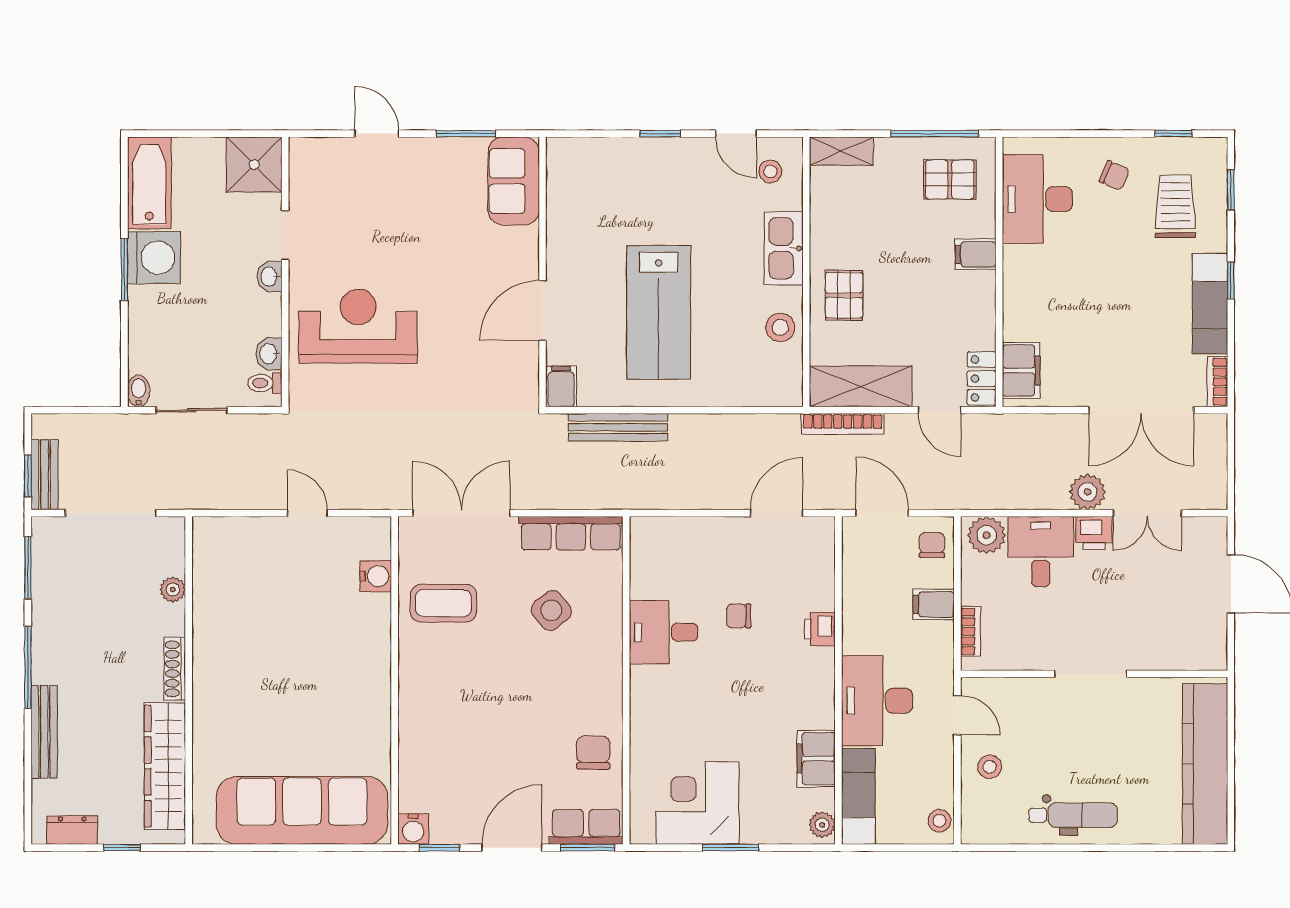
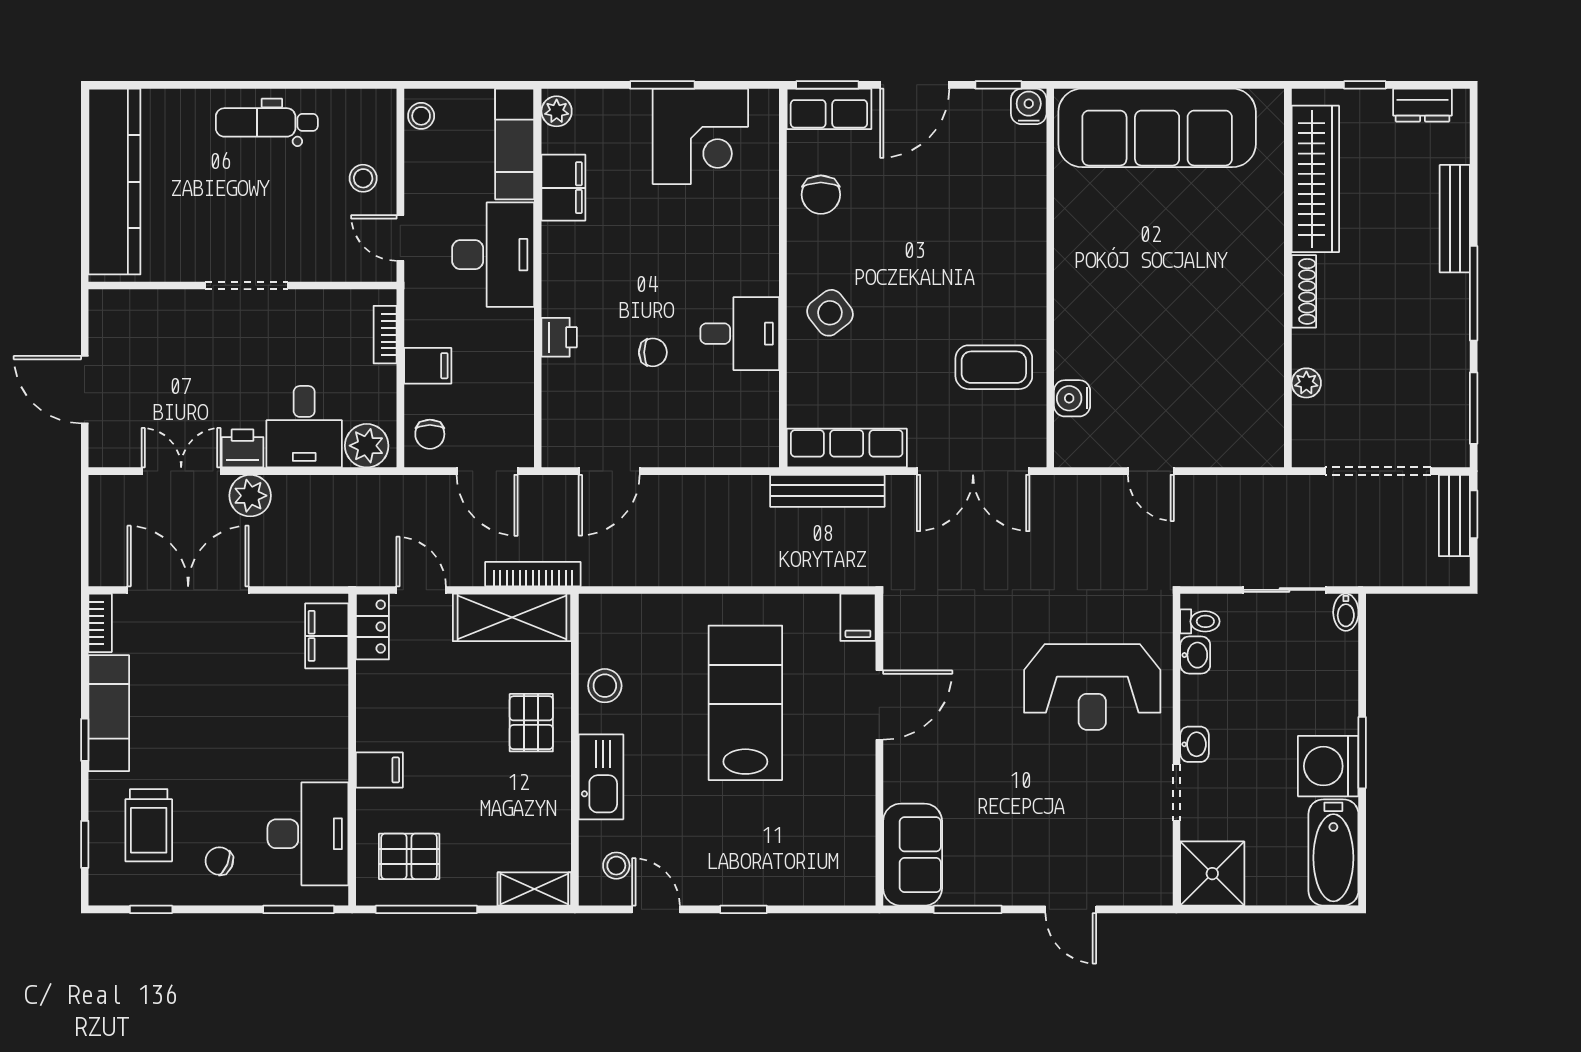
window: (1046, 134) -> (299, 909), added
bench: (618, 427) -> (827, 491), moved
side table: (551, 610) -> (830, 313), moved

